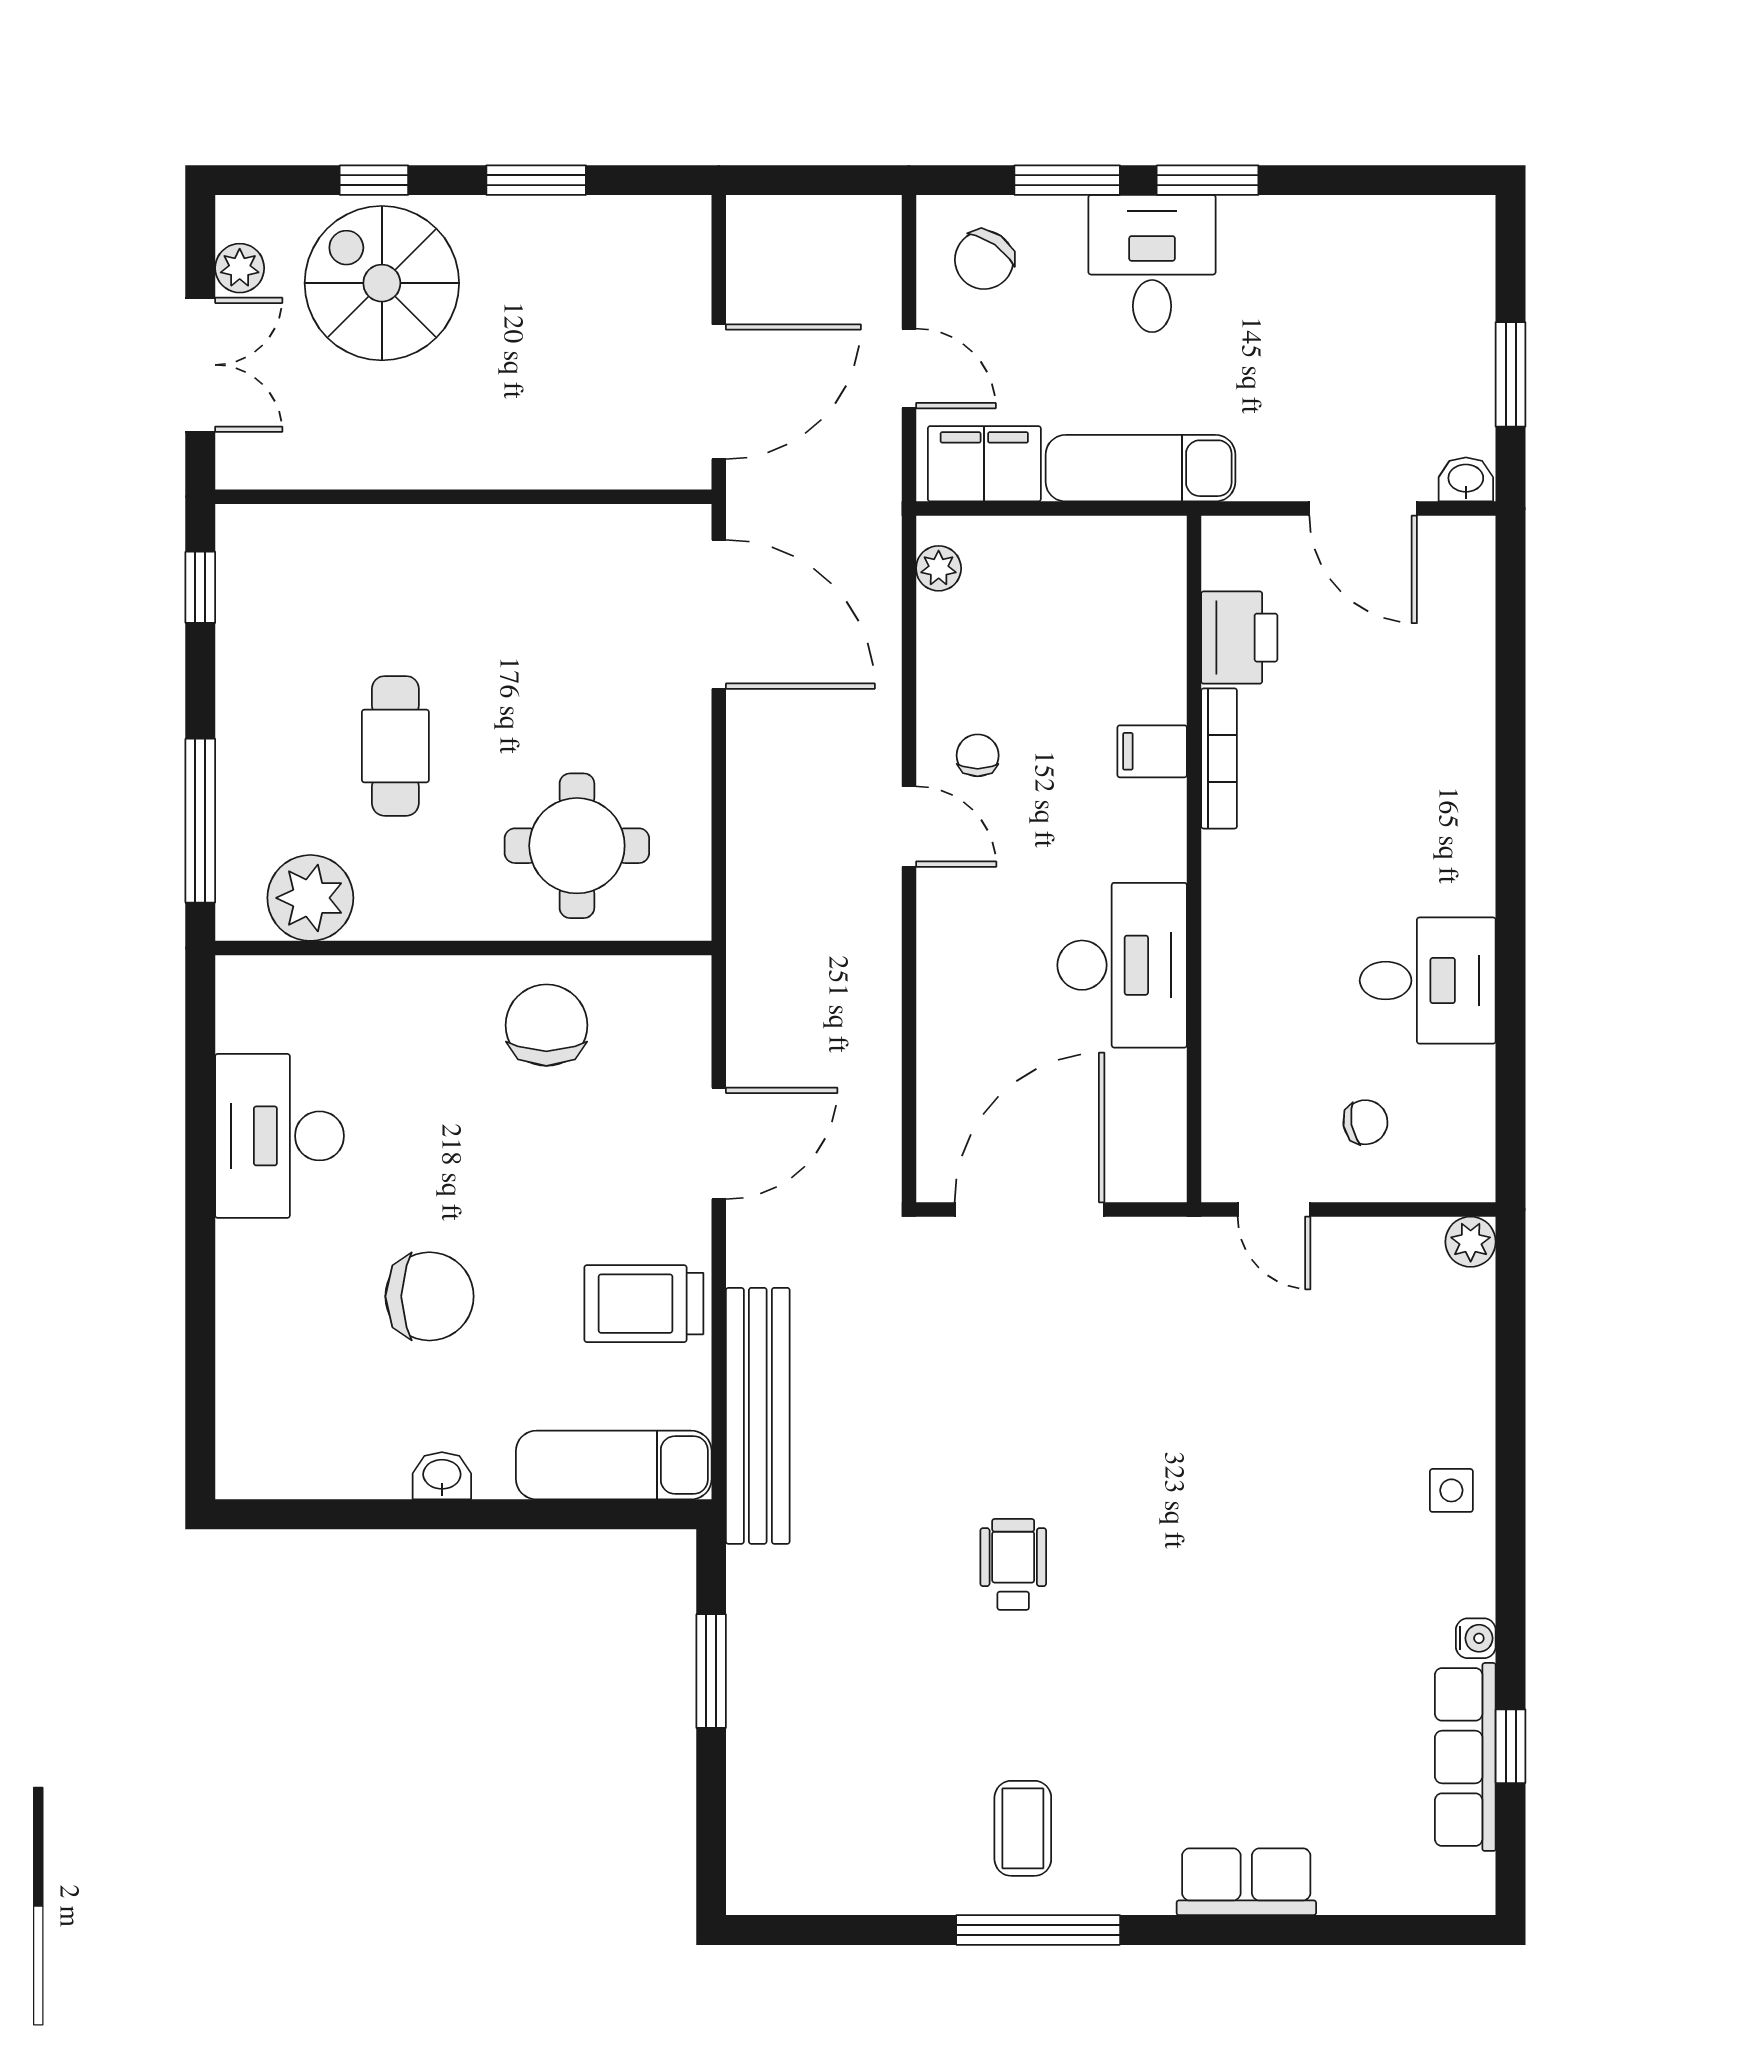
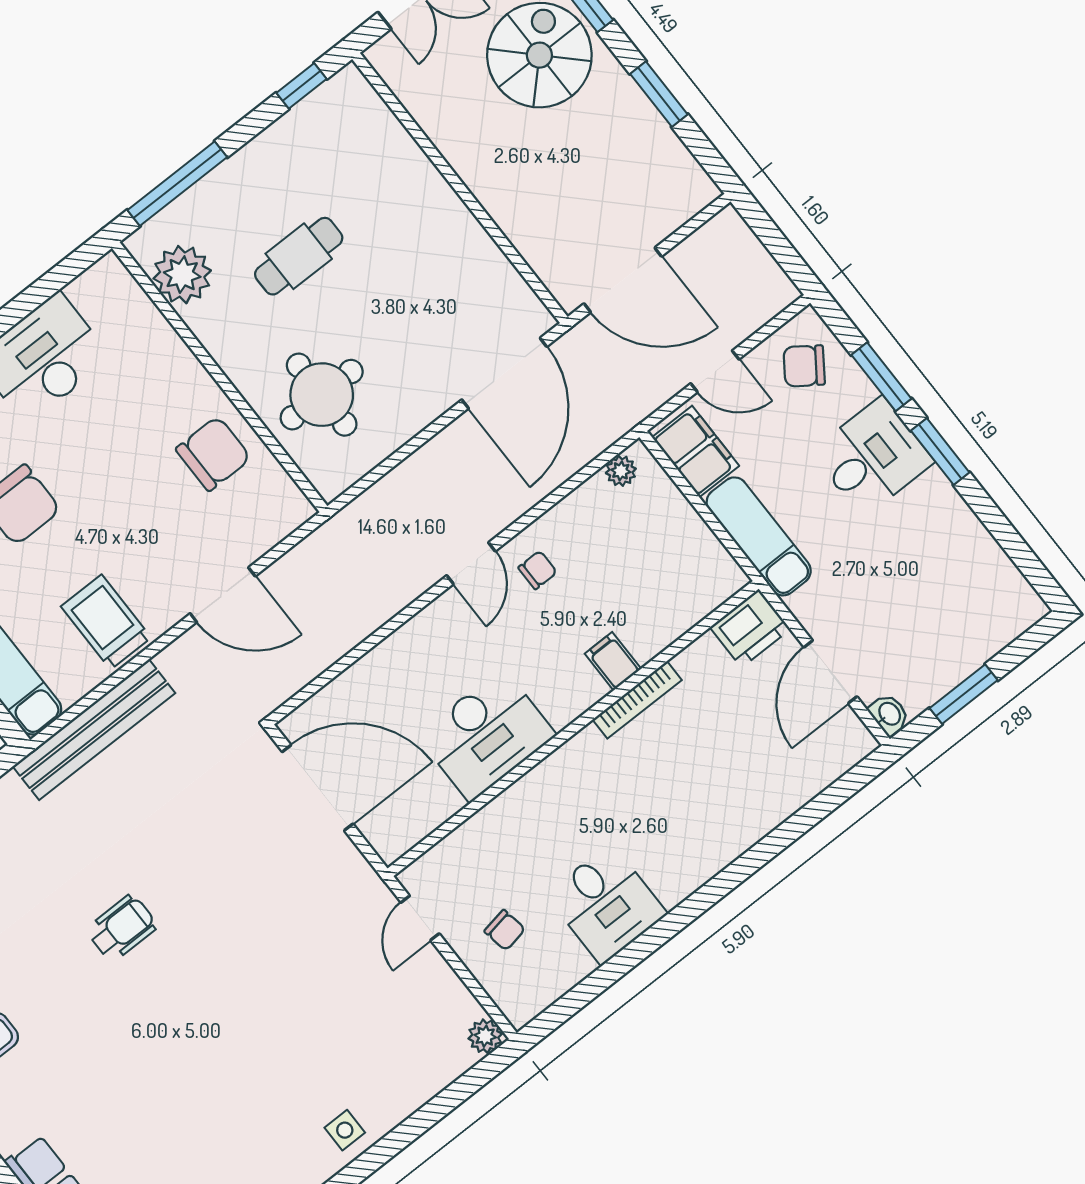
door: (909, 368) -> (715, 371), hinge flipped
printer: (1239, 638) -> (750, 628), moved

